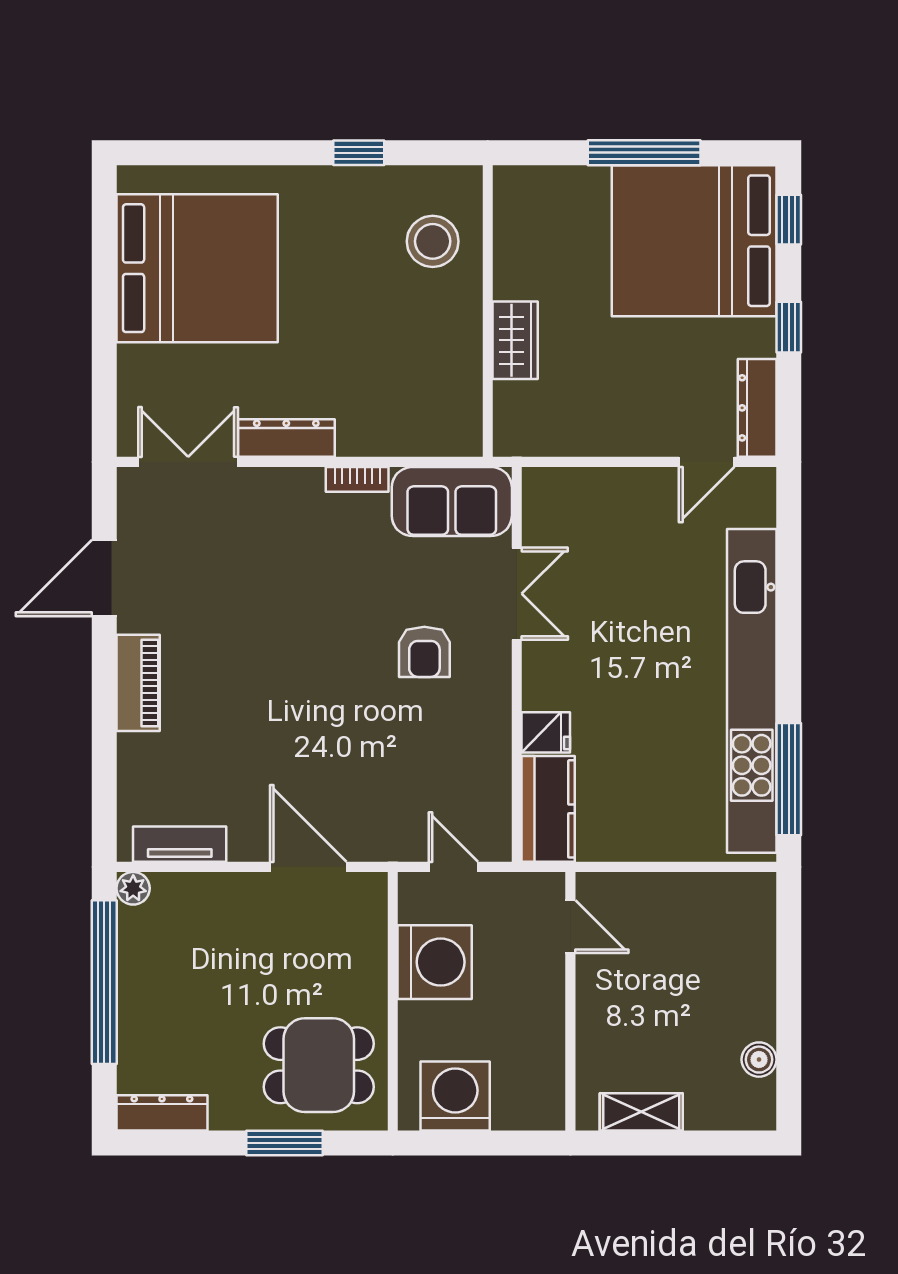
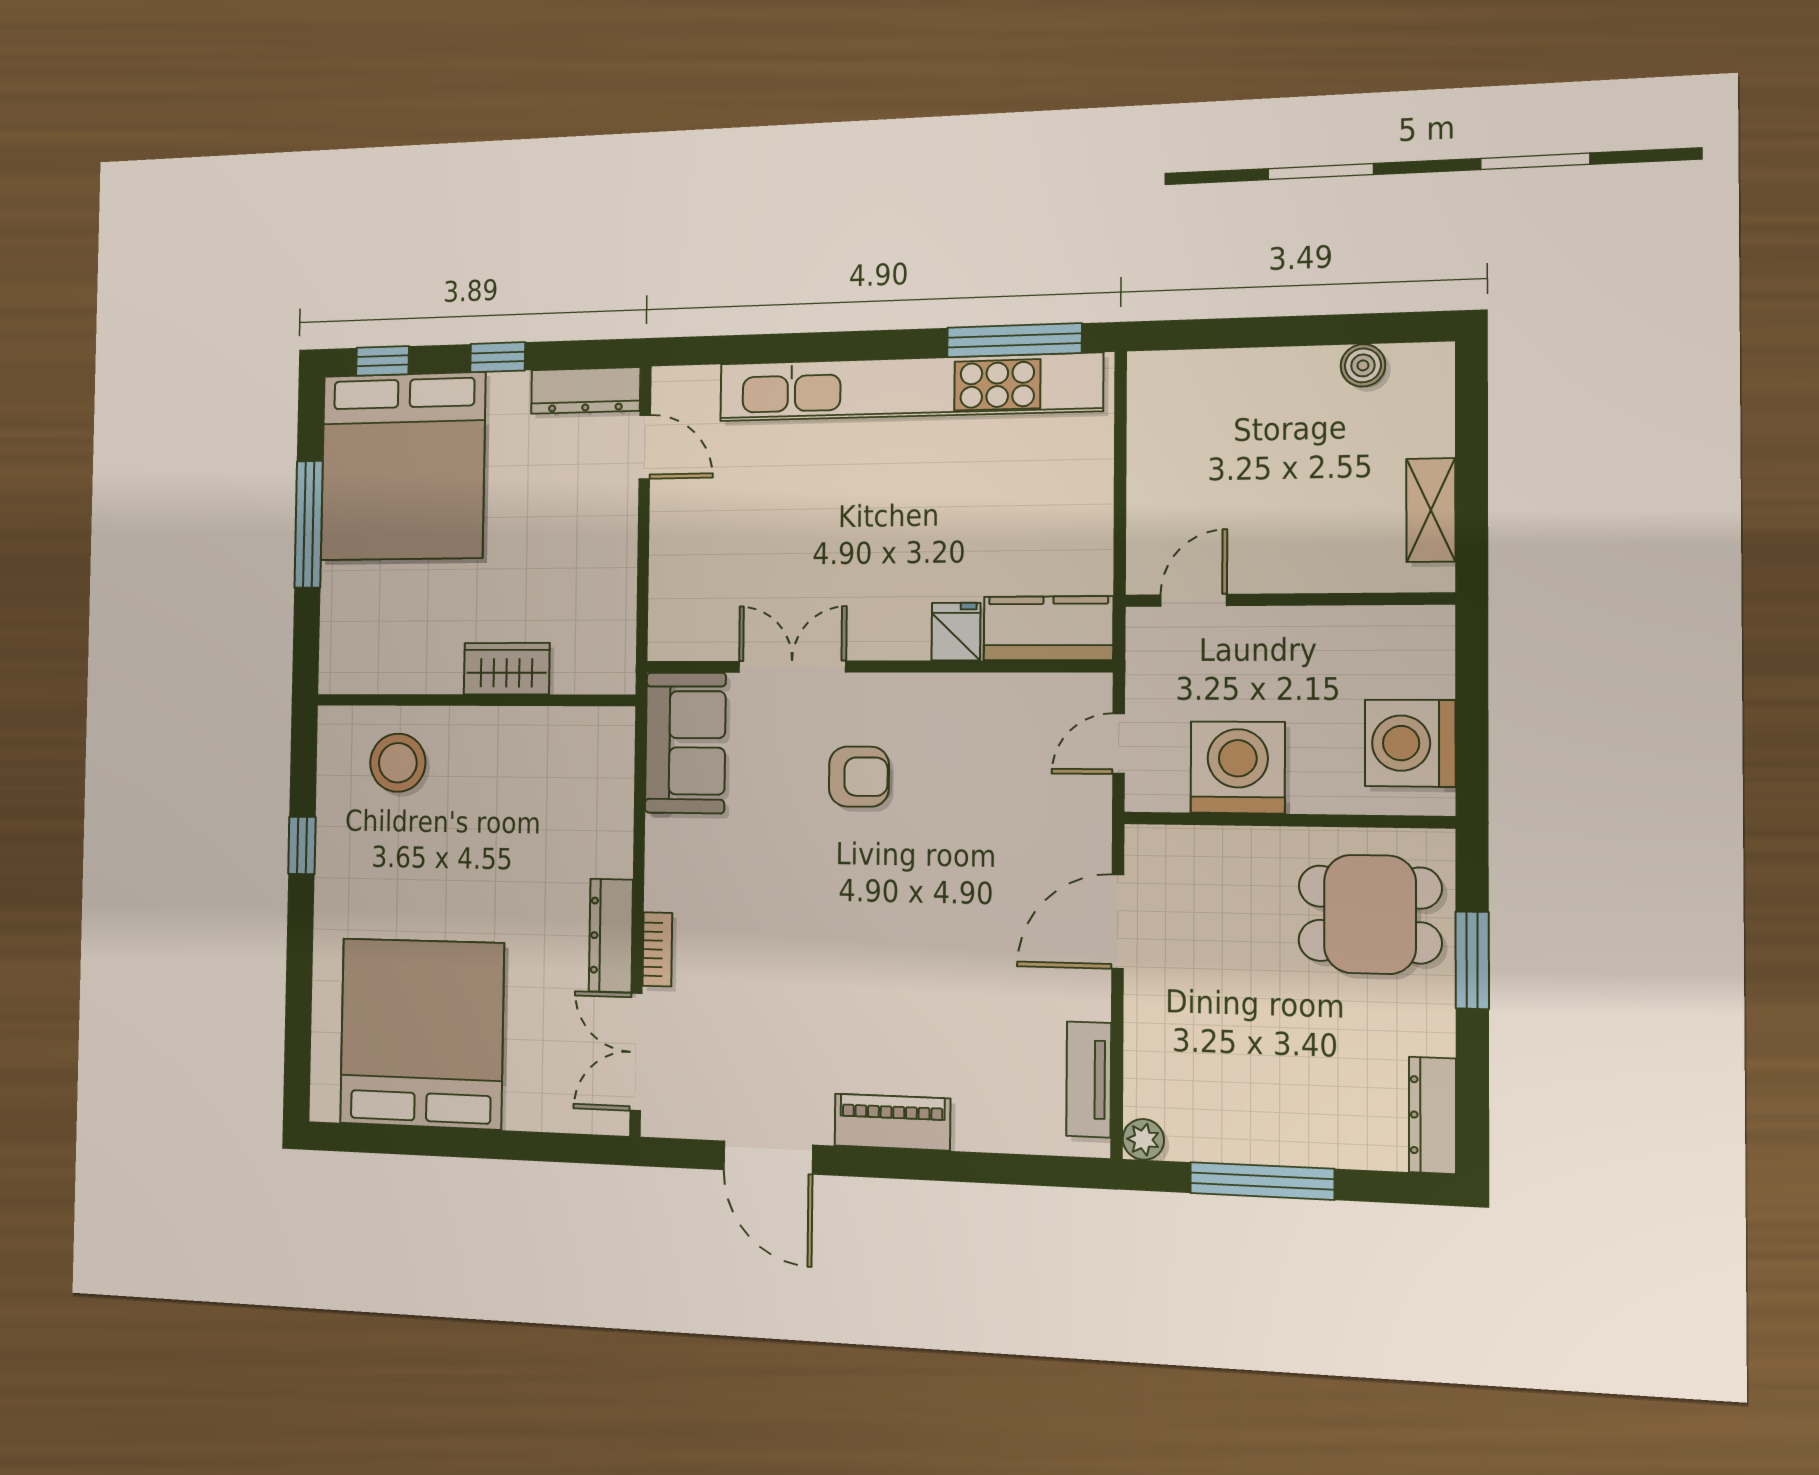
bookcase: (357, 479) -> (657, 949), moved
window: (104, 982) -> (1262, 1181), width x0.68
dining table: (319, 1065) -> (1370, 914), turned 90

